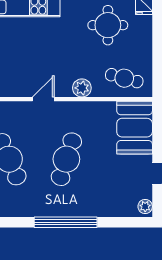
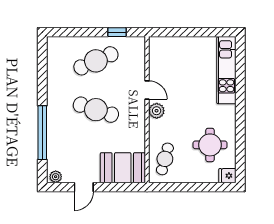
plant: (82, 88) -> (157, 111), moved
window: (66, 222) -> (42, 133), moved

